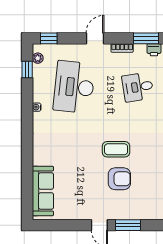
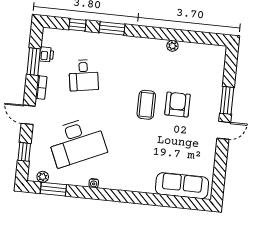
window: (49, 38) -> (24, 152), moved
window: (27, 69) -> (53, 189), width x1.50
desk: (74, 87) -> (77, 142), turned -30

